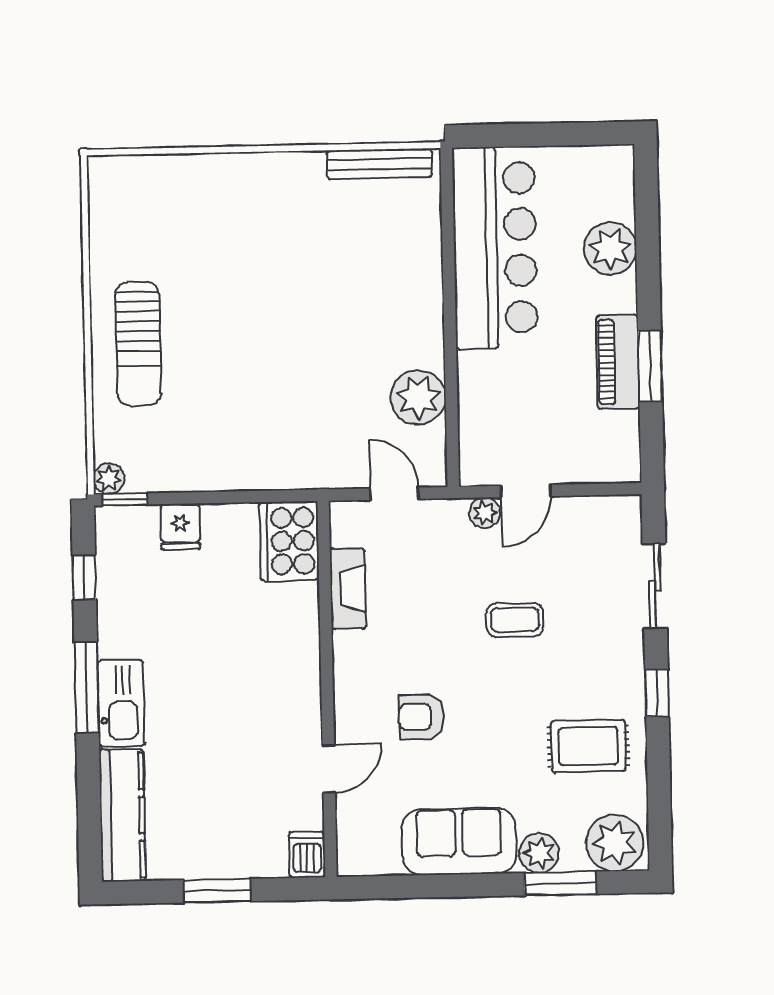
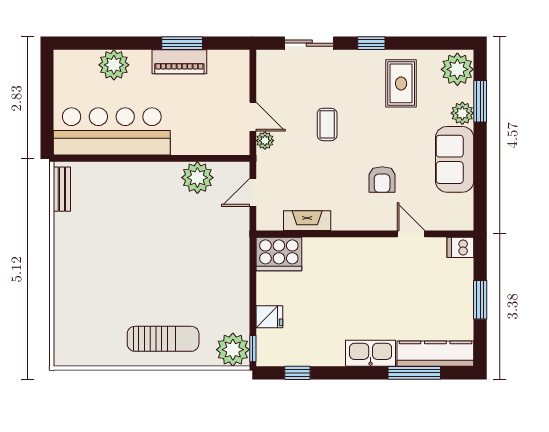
bench: (379, 164) -> (62, 189), width x0.73
plant: (109, 479) -> (233, 350), width x1.87, depth x1.87
window: (87, 687) -> (414, 373), moved

